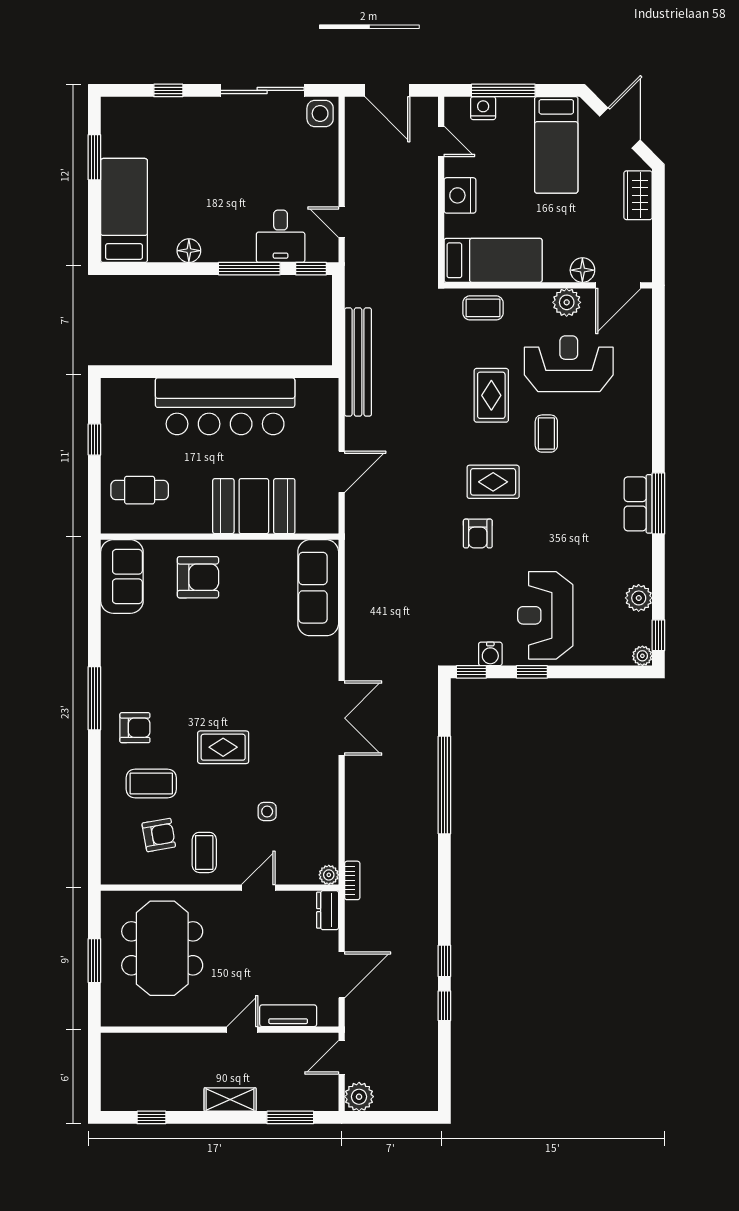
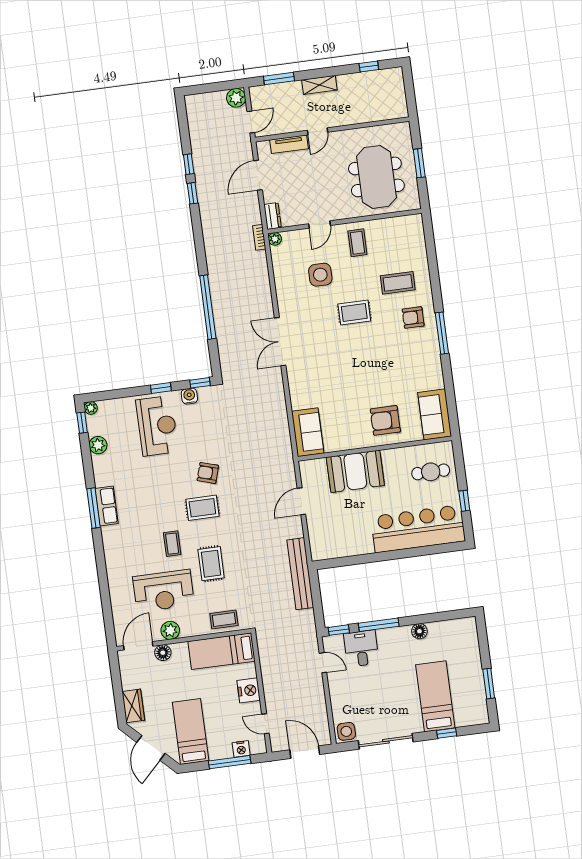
bed: (124, 210) -> (435, 696), moved, turned 180
bar counter: (225, 406) -> (418, 529), moved
armchair: (478, 534) -> (208, 473), turned -73
sofa: (318, 588) -> (308, 432), width x0.73
side table: (267, 811) -> (320, 275), width x1.87, depth x1.87
armchair: (159, 835) -> (388, 250), removed

